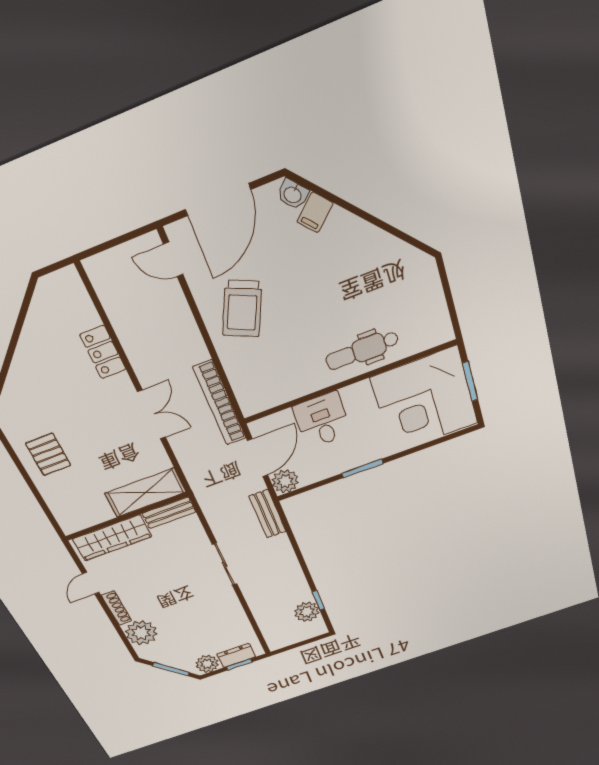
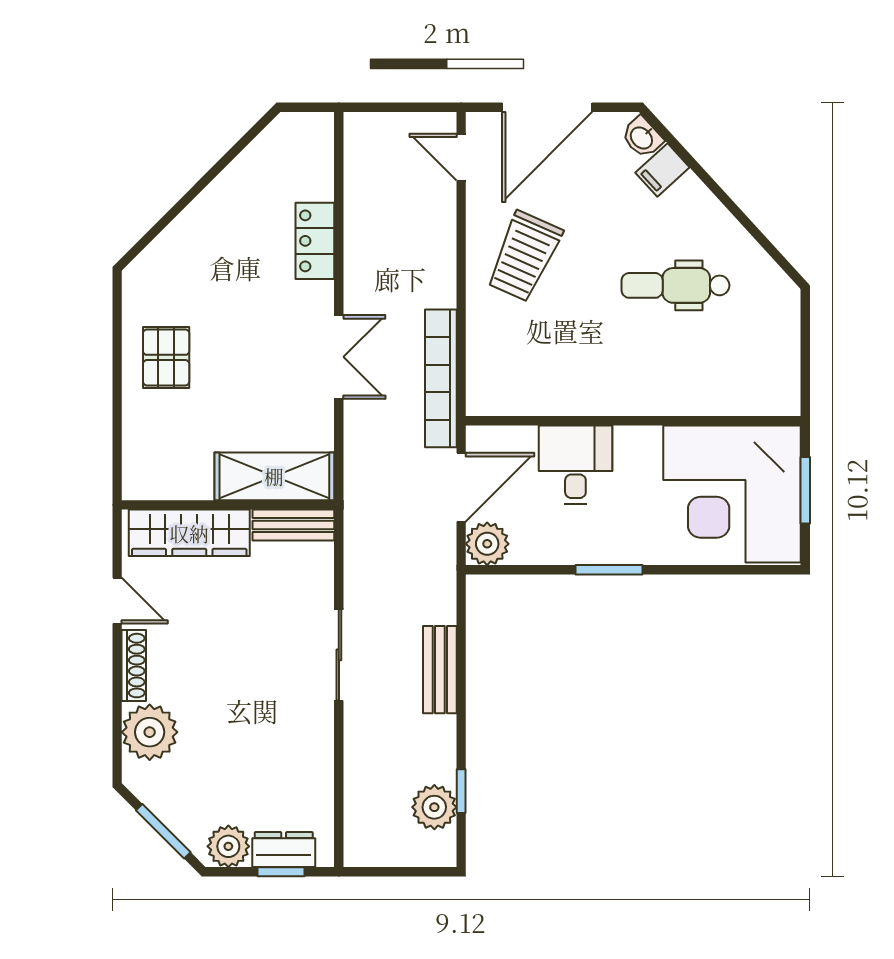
dental chair: (362, 350) -> (675, 285), moved
bench: (267, 514) -> (440, 670), moved
door: (91, 583) -> (117, 601), swing flipped

